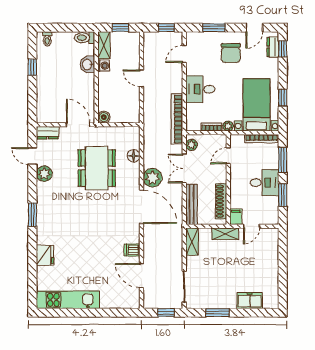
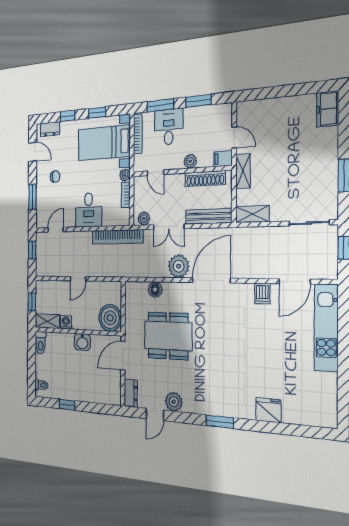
window: (283, 49) -> (68, 116), moved
chair: (231, 53) -> (55, 177), width x0.54, depth x0.54
door: (184, 54) -> (56, 230), swing flipped
washbasin: (87, 64) -> (82, 342), moved
boiler: (104, 117) -> (110, 318), width x1.86, depth x1.86
desk: (264, 183) -> (169, 127), moved
plant: (236, 188) -> (190, 161), added
kitchen unit: (68, 300) -> (326, 328), moved
freezer: (250, 301) -> (328, 109), moved

